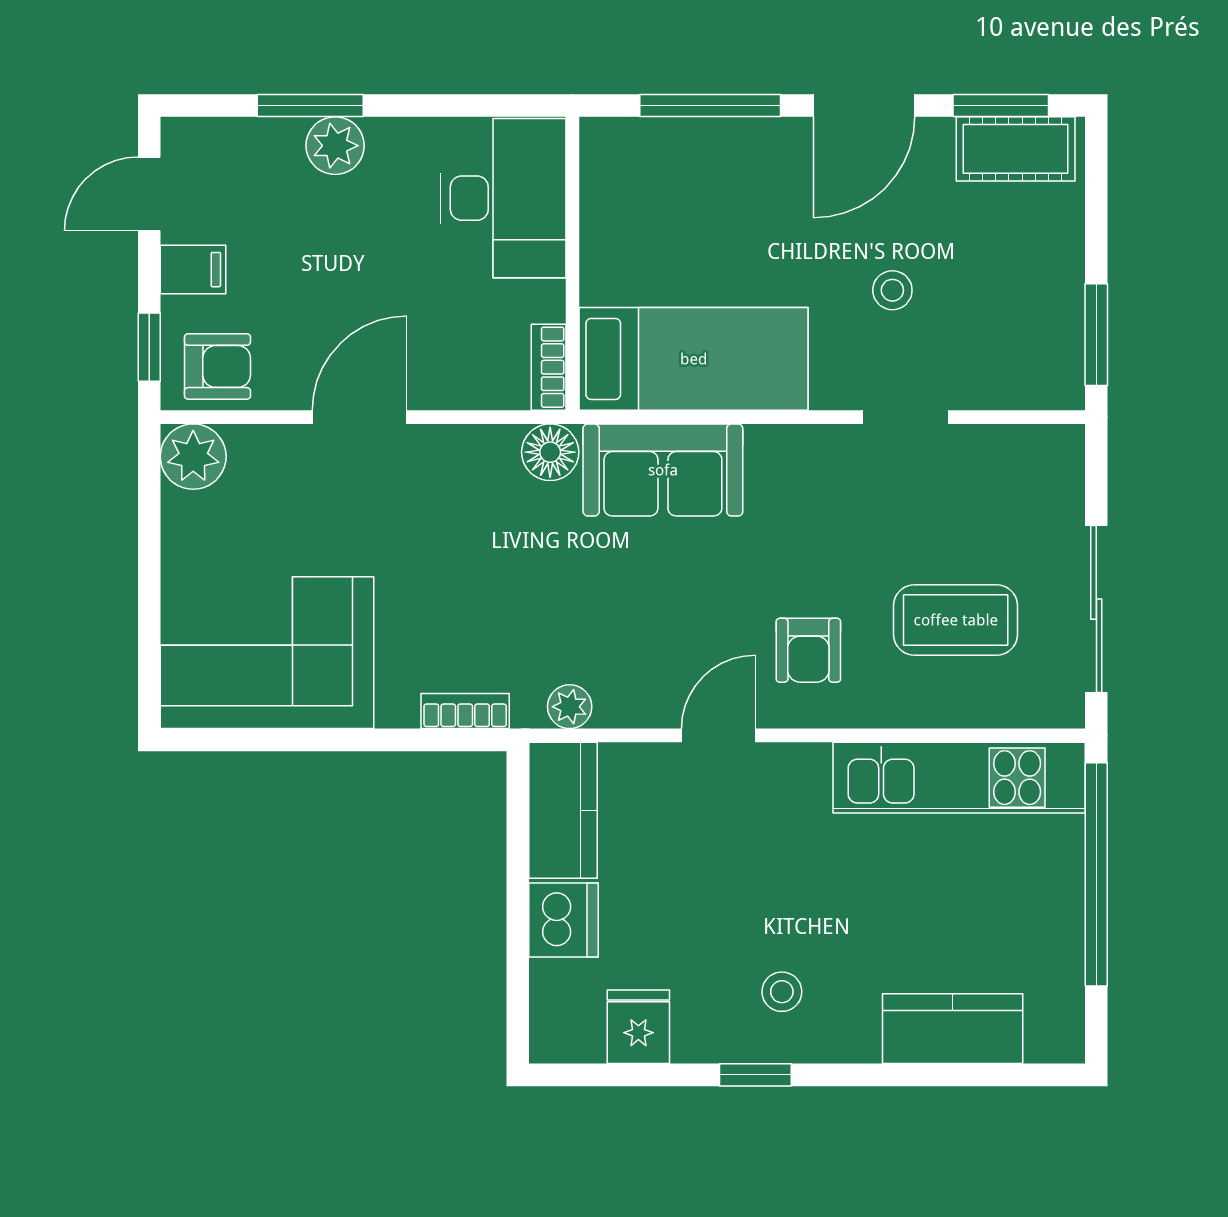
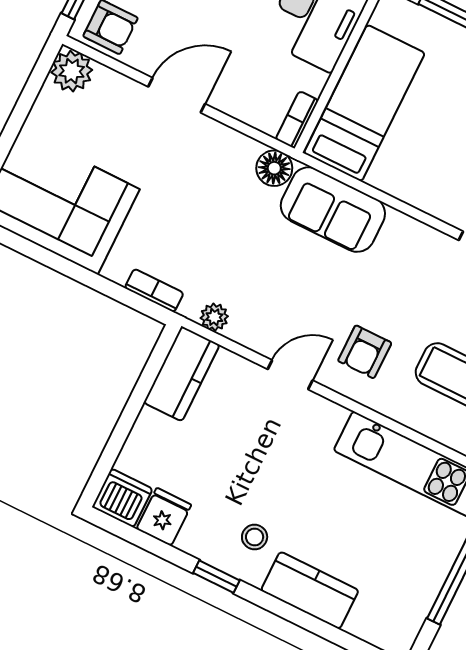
bed: (694, 359) -> (364, 103), moved, turned -90
dishwasher: (564, 920) -> (122, 498), moved, turned -90
kitchen counter: (953, 1029) -> (310, 590), moved

